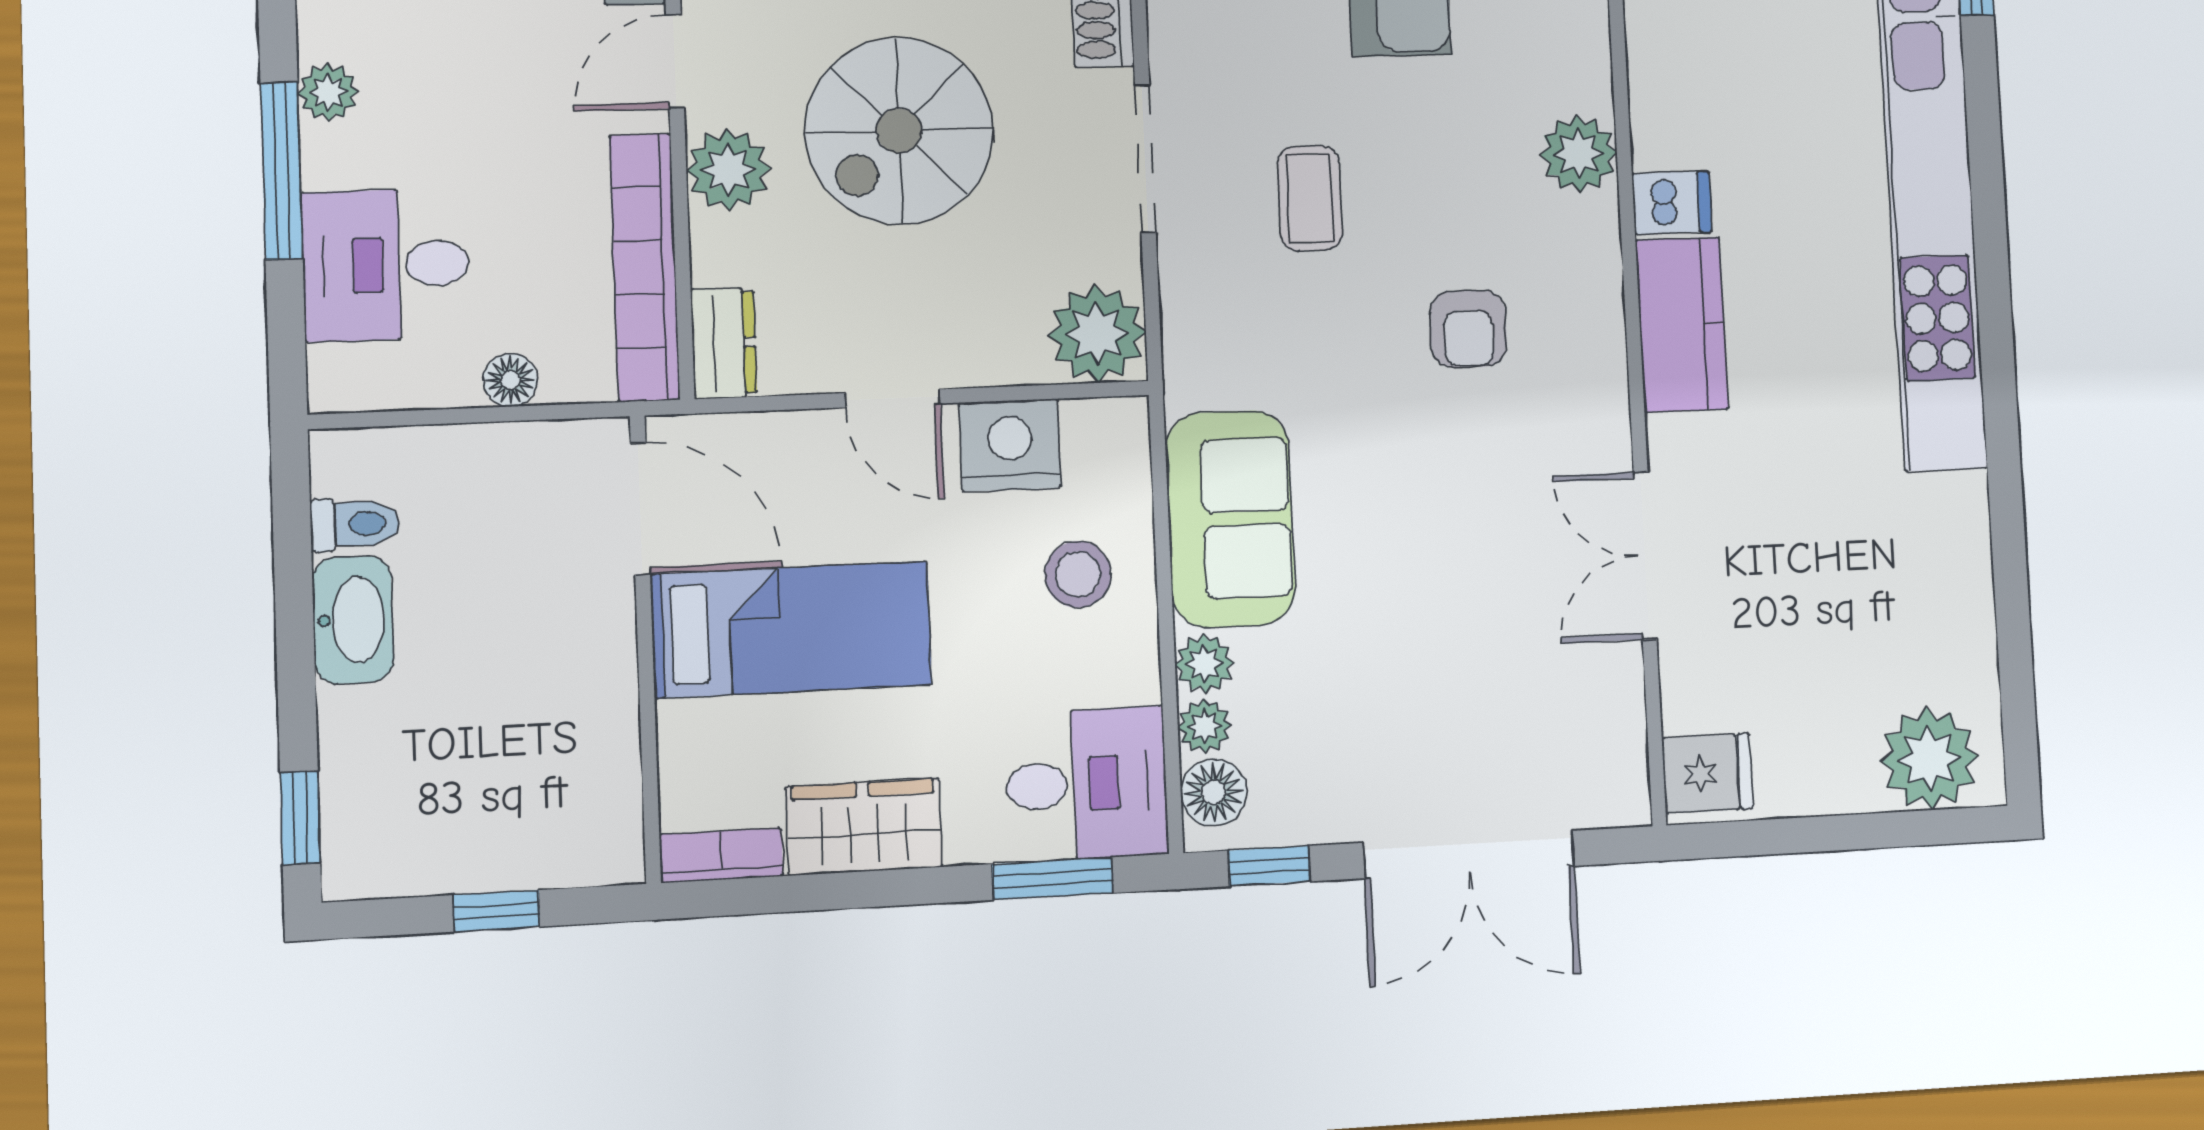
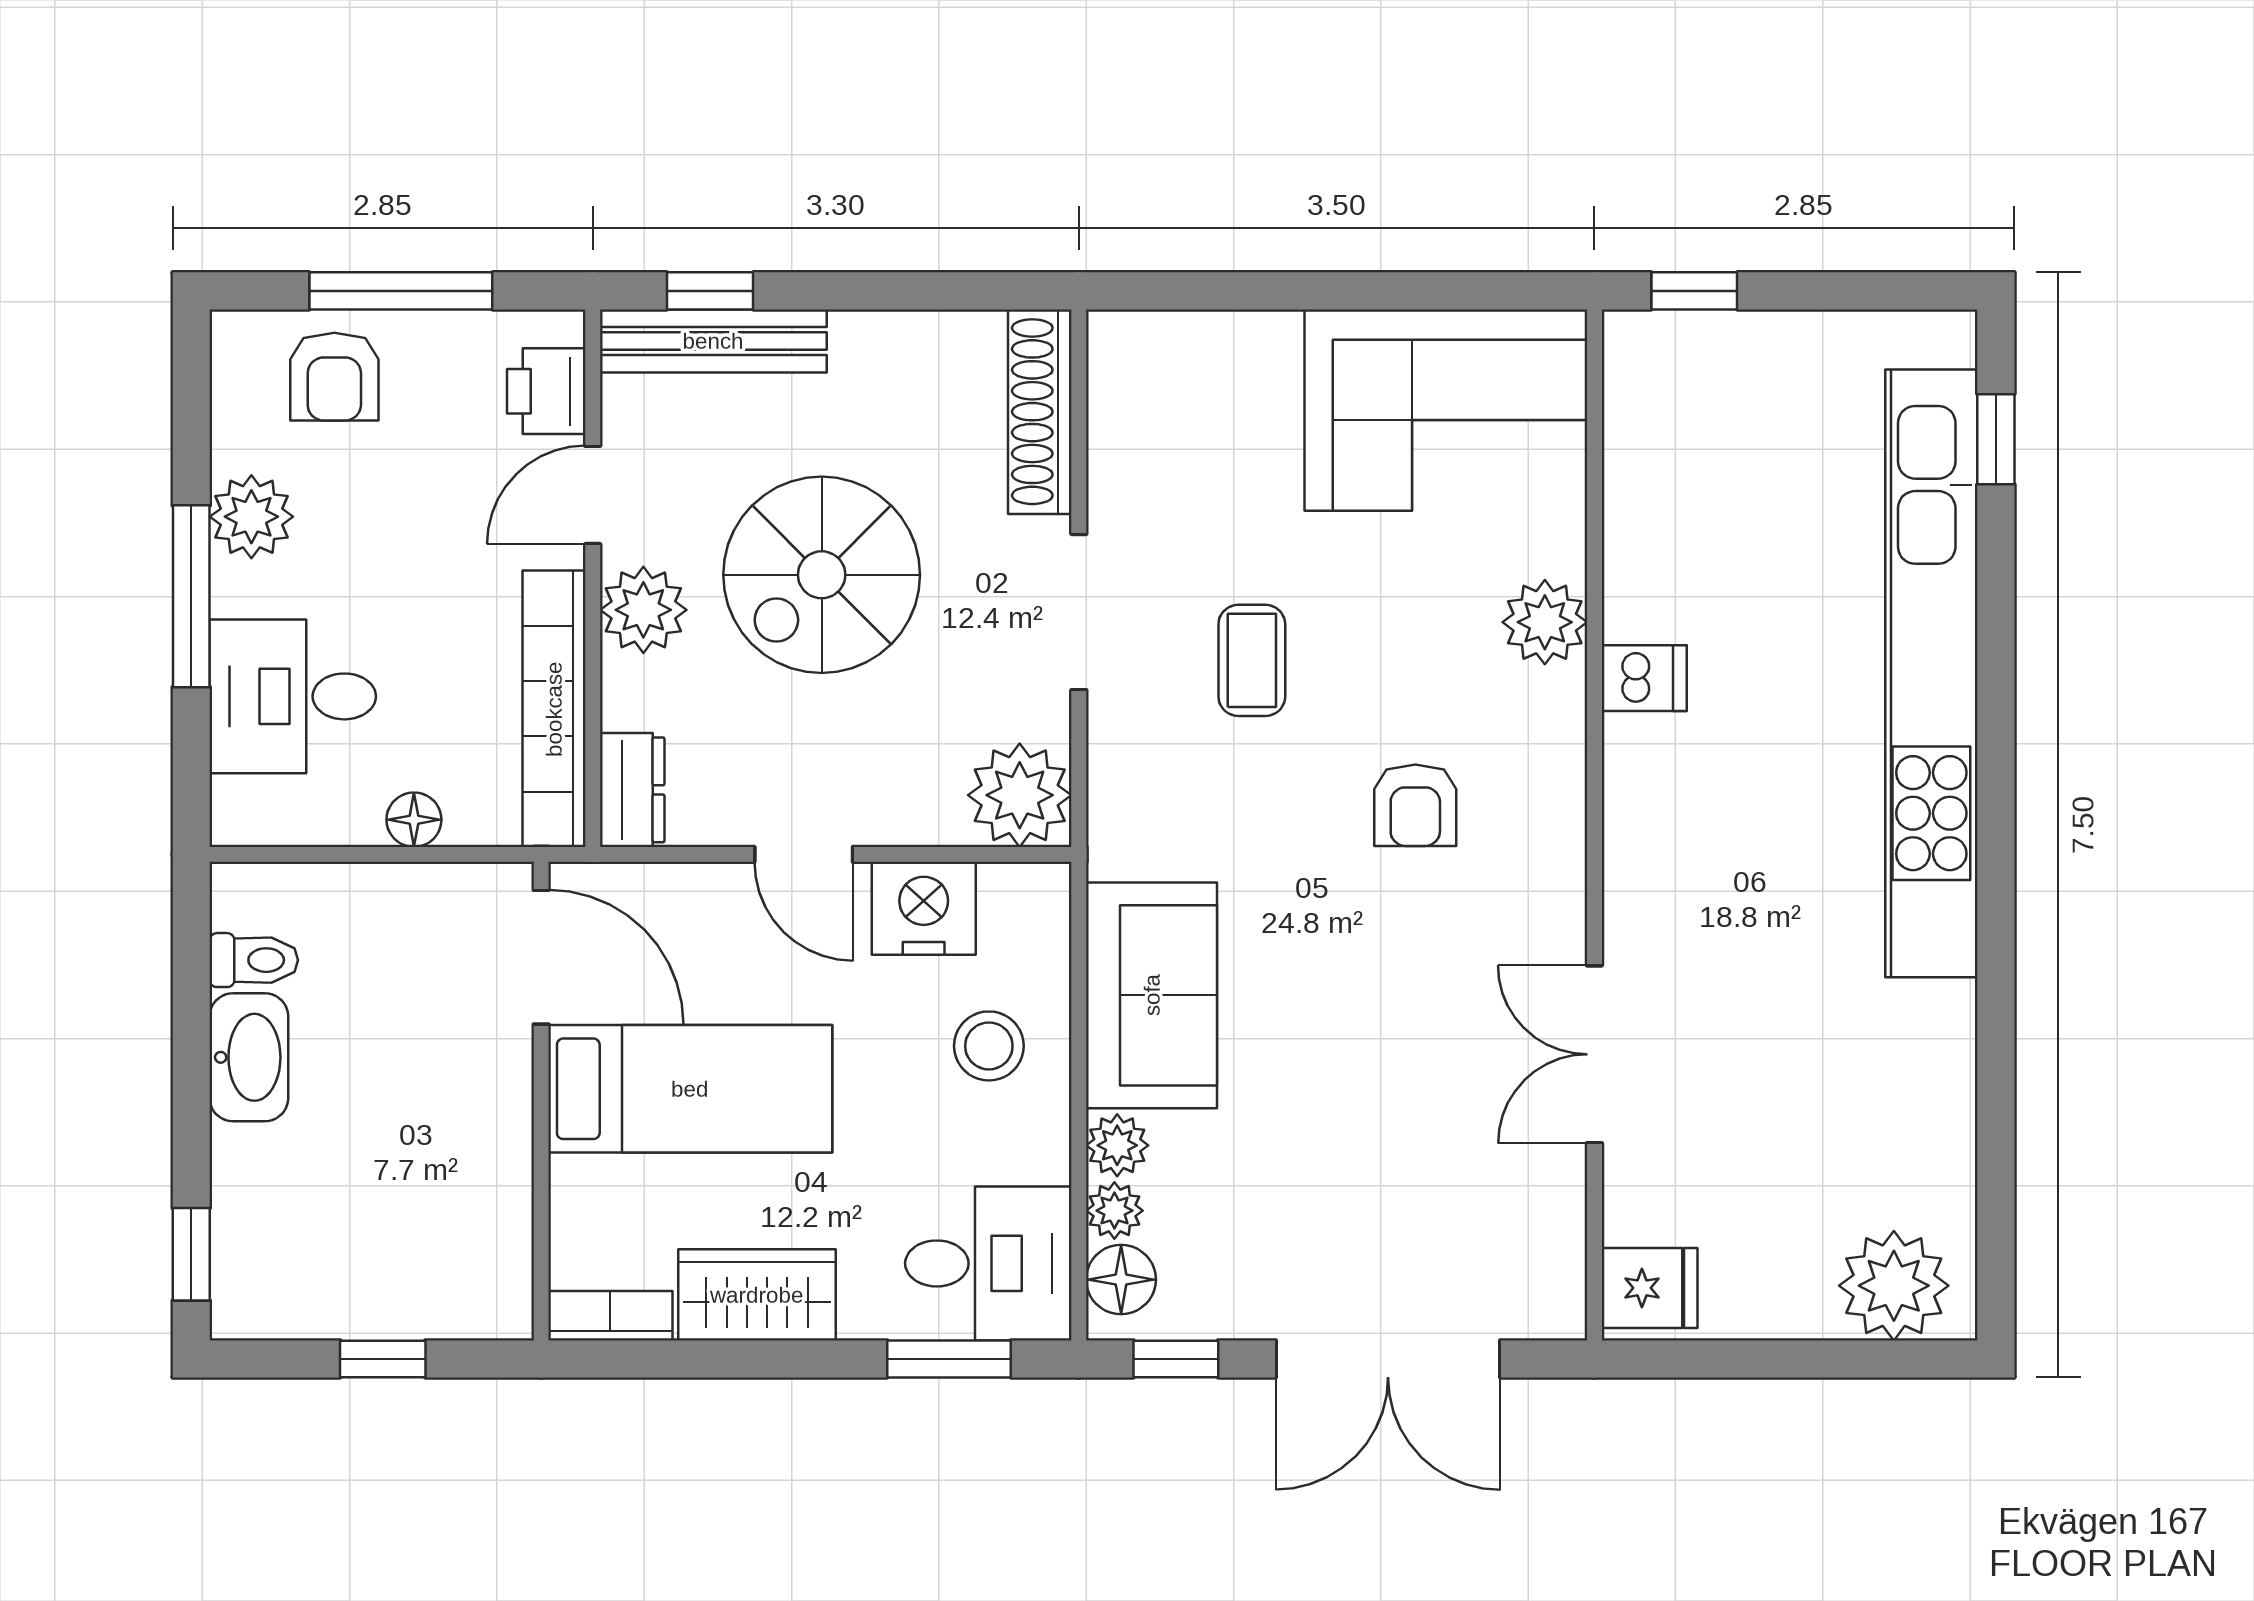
plant: (328, 92) -> (251, 517), width x1.38, depth x1.38
kitchen counter: (1682, 325) -> (1648, 809), removed

